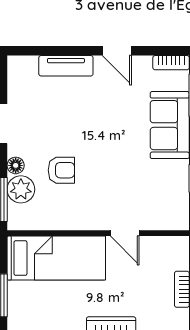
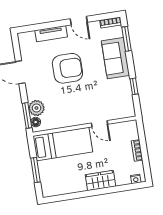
floor lamp: (16, 165) -> (36, 122), moved
armchair: (61, 170) -> (67, 68), moved, width x1.88, depth x1.88

